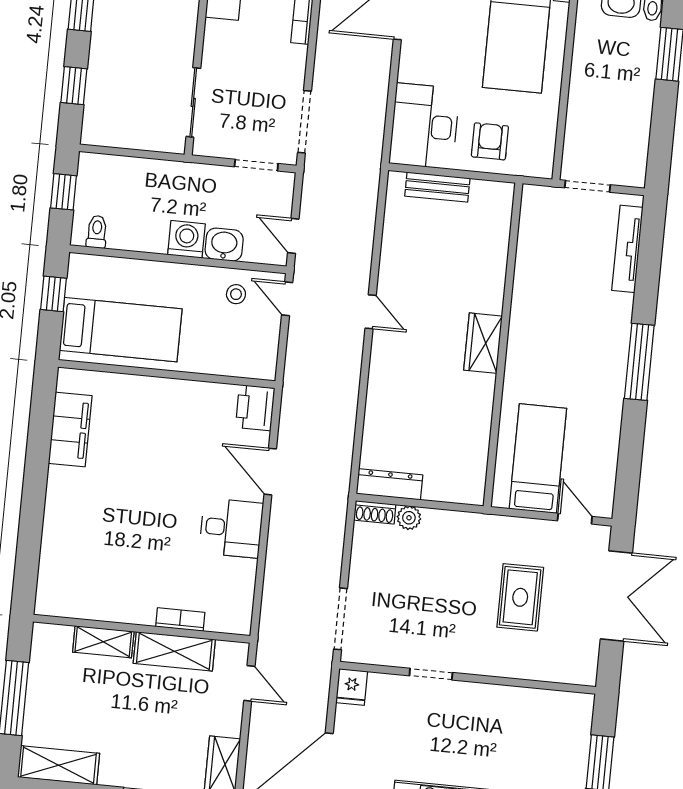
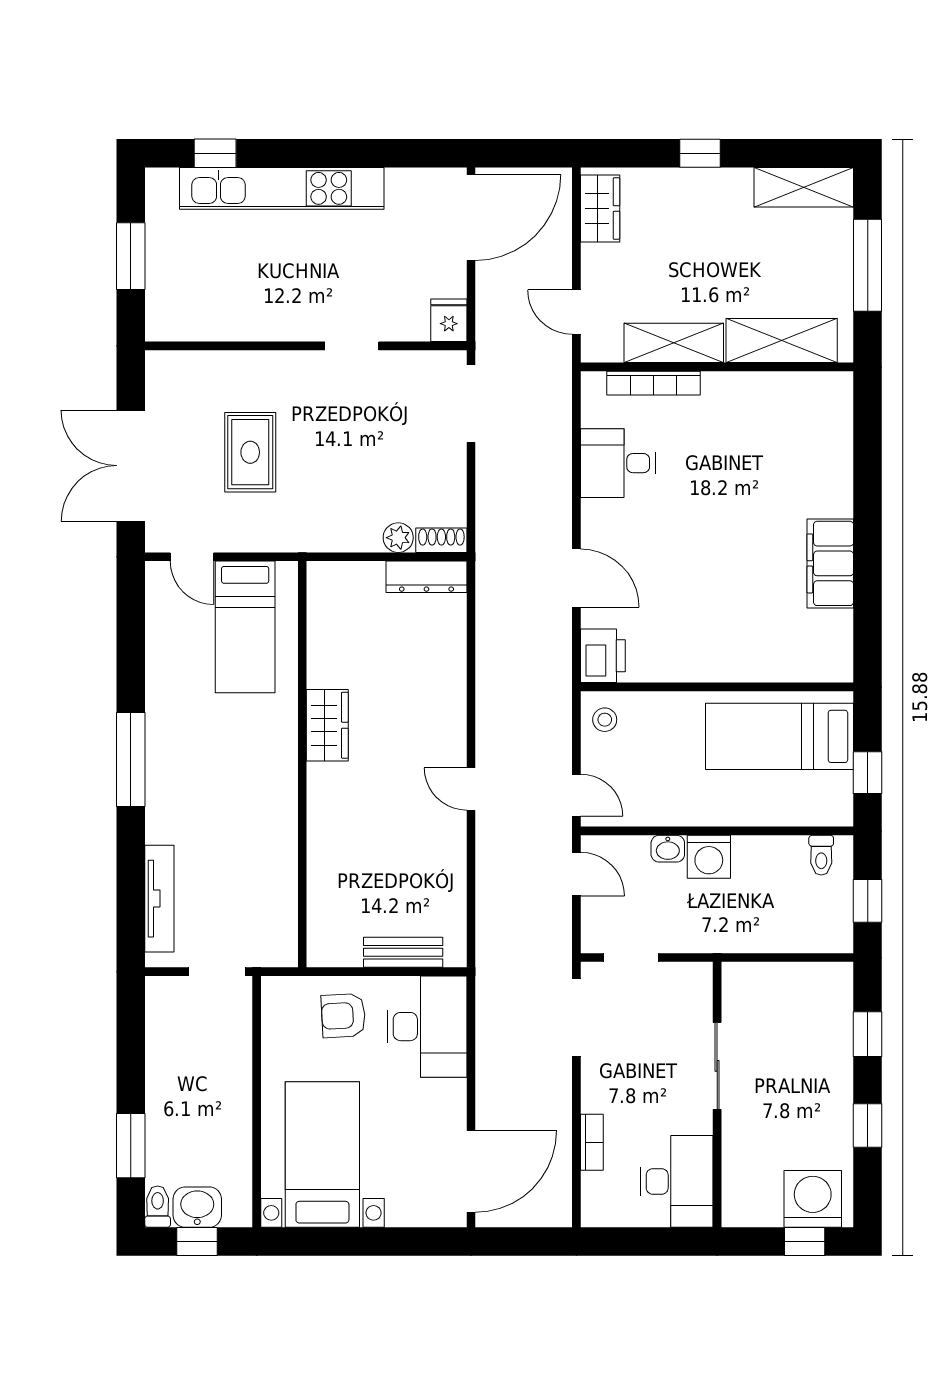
sliding door: (193, 102) -> (717, 1066), moved
armchair: (490, 141) -> (343, 1016), turned 87
washbasin: (224, 245) -> (668, 849), width x0.72, depth x0.69
stool: (236, 294) -> (605, 720), moved
wardrobe: (483, 343) -> (327, 725), moved
filing cabinet: (70, 429) -> (830, 563), moved
desk: (231, 528) -> (618, 463), moved
bookcase: (180, 620) -> (653, 383), width x1.56
shelving: (103, 642) -> (782, 341), width x1.50, depth x1.33

